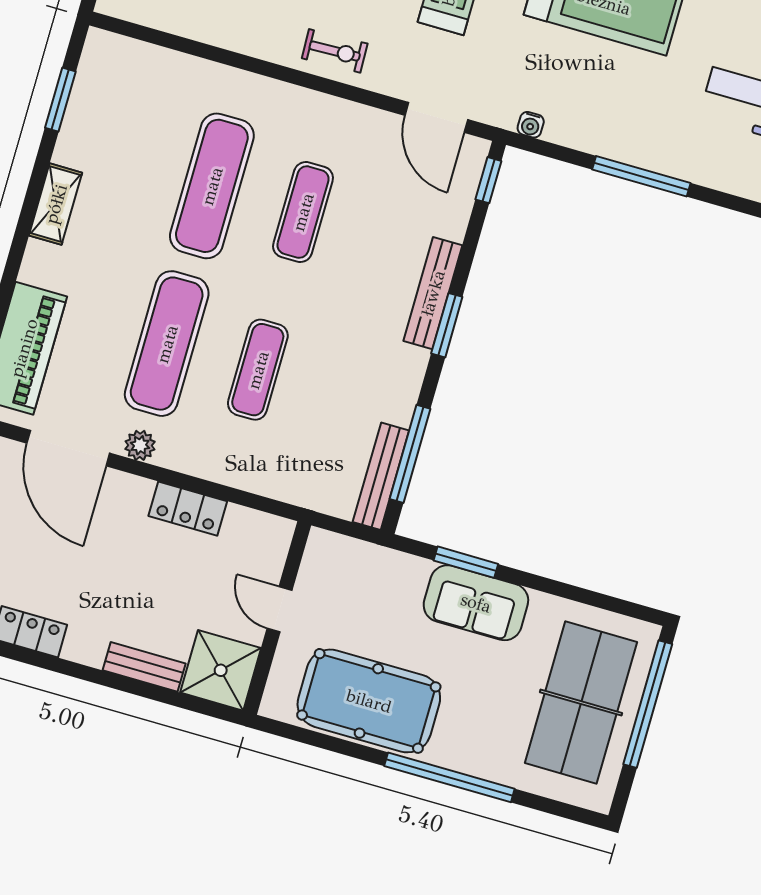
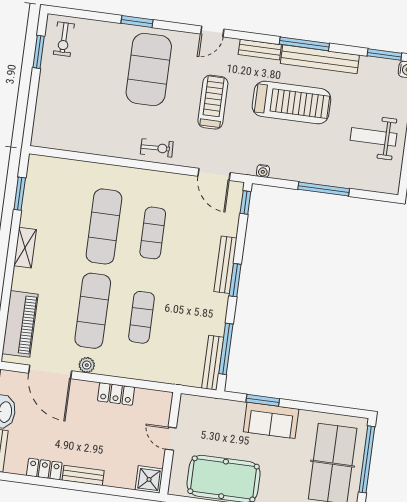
bench: (144, 667) -> (83, 475), moved
shower: (221, 670) -> (149, 479), width x0.73, depth x0.73

